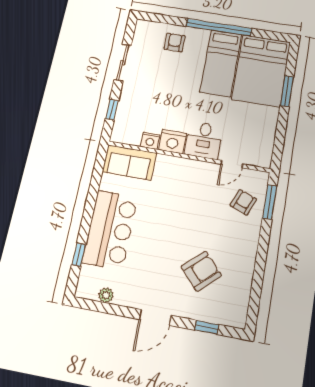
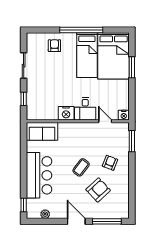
nightstand: (150, 141) -> (124, 115), moved
door: (232, 164) -> (105, 121), swing flipped
armchair: (243, 202) -> (110, 163), moved
coffee table: (180, 229) -> (81, 167), added
window: (79, 255) -> (24, 205), moved
door: (155, 317) -> (76, 221), swing flipped
window: (206, 327) -> (107, 221), width x2.17

